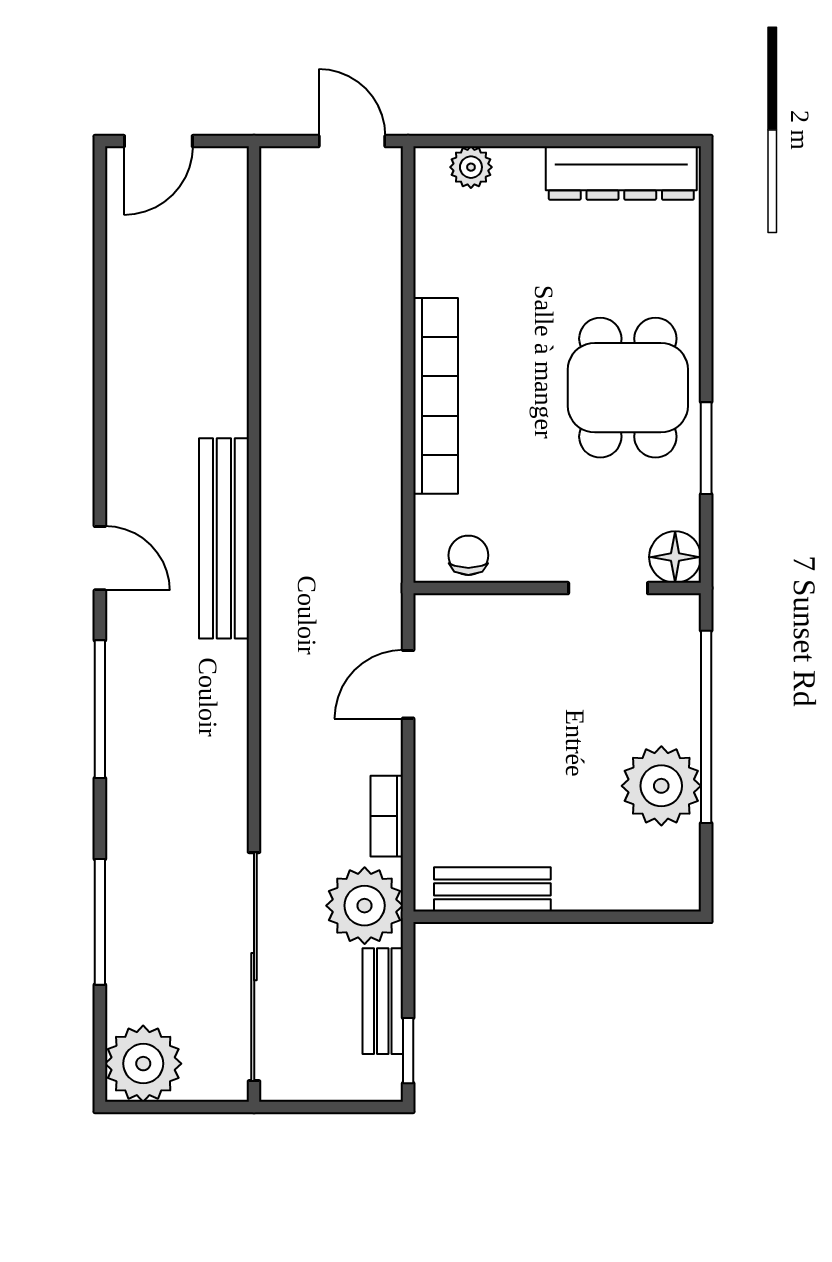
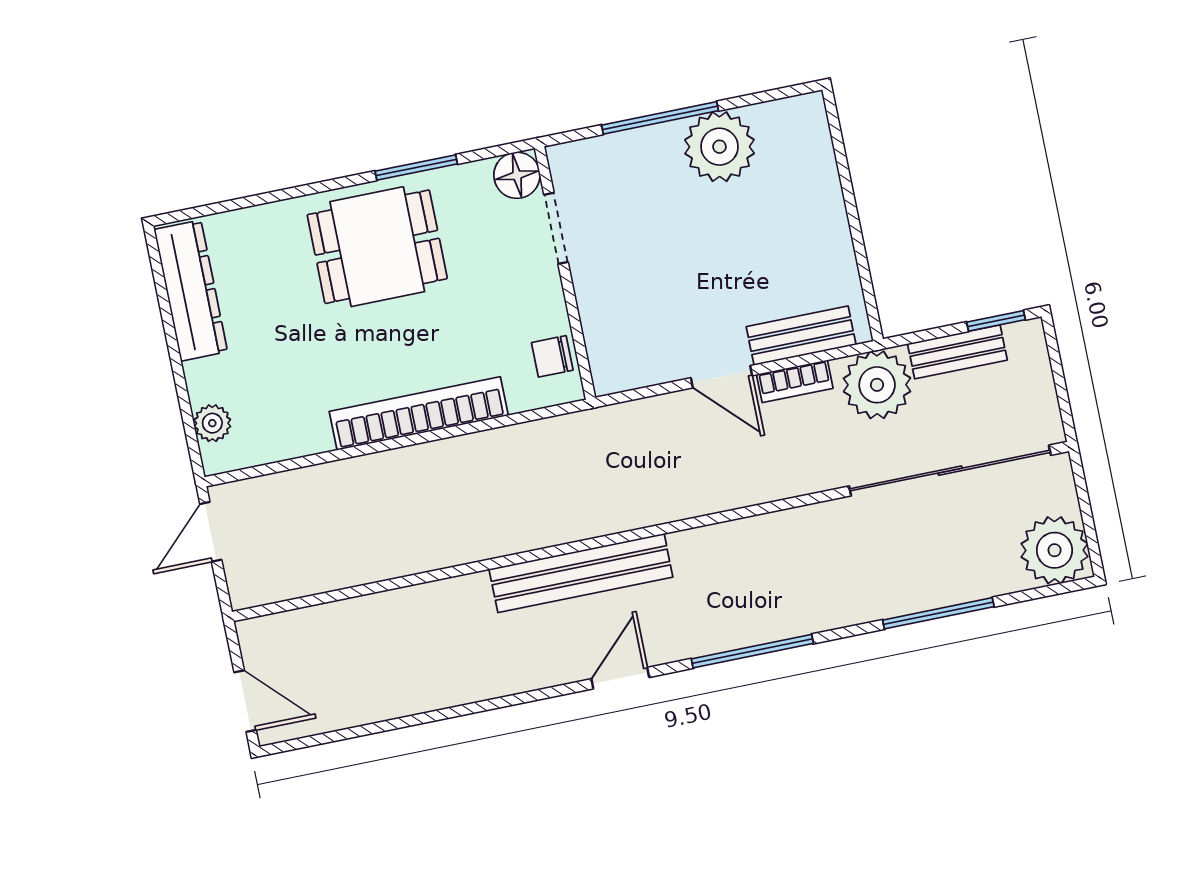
door: (408, 684) -> (721, 377), moved
window: (706, 727) -> (660, 118), width x0.68
bench: (492, 889) -> (801, 336), moved, turned 90

